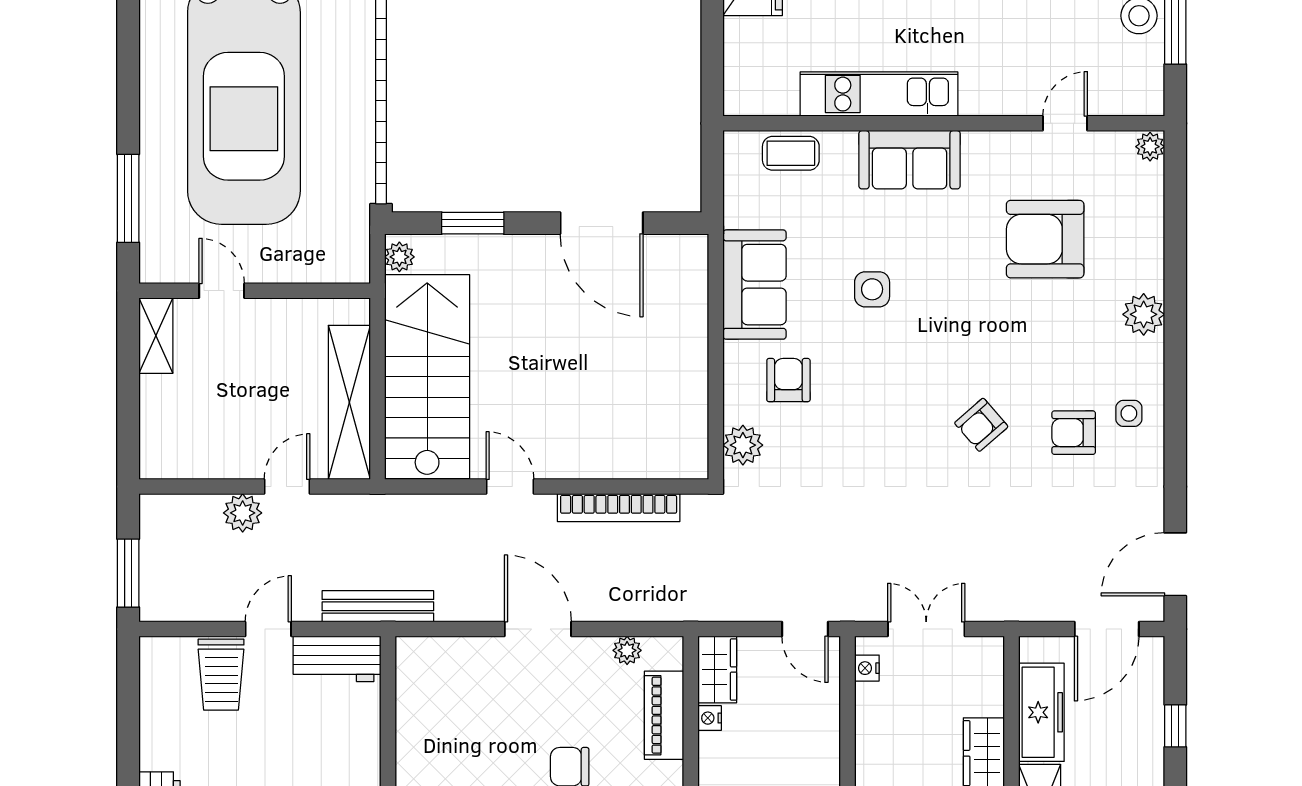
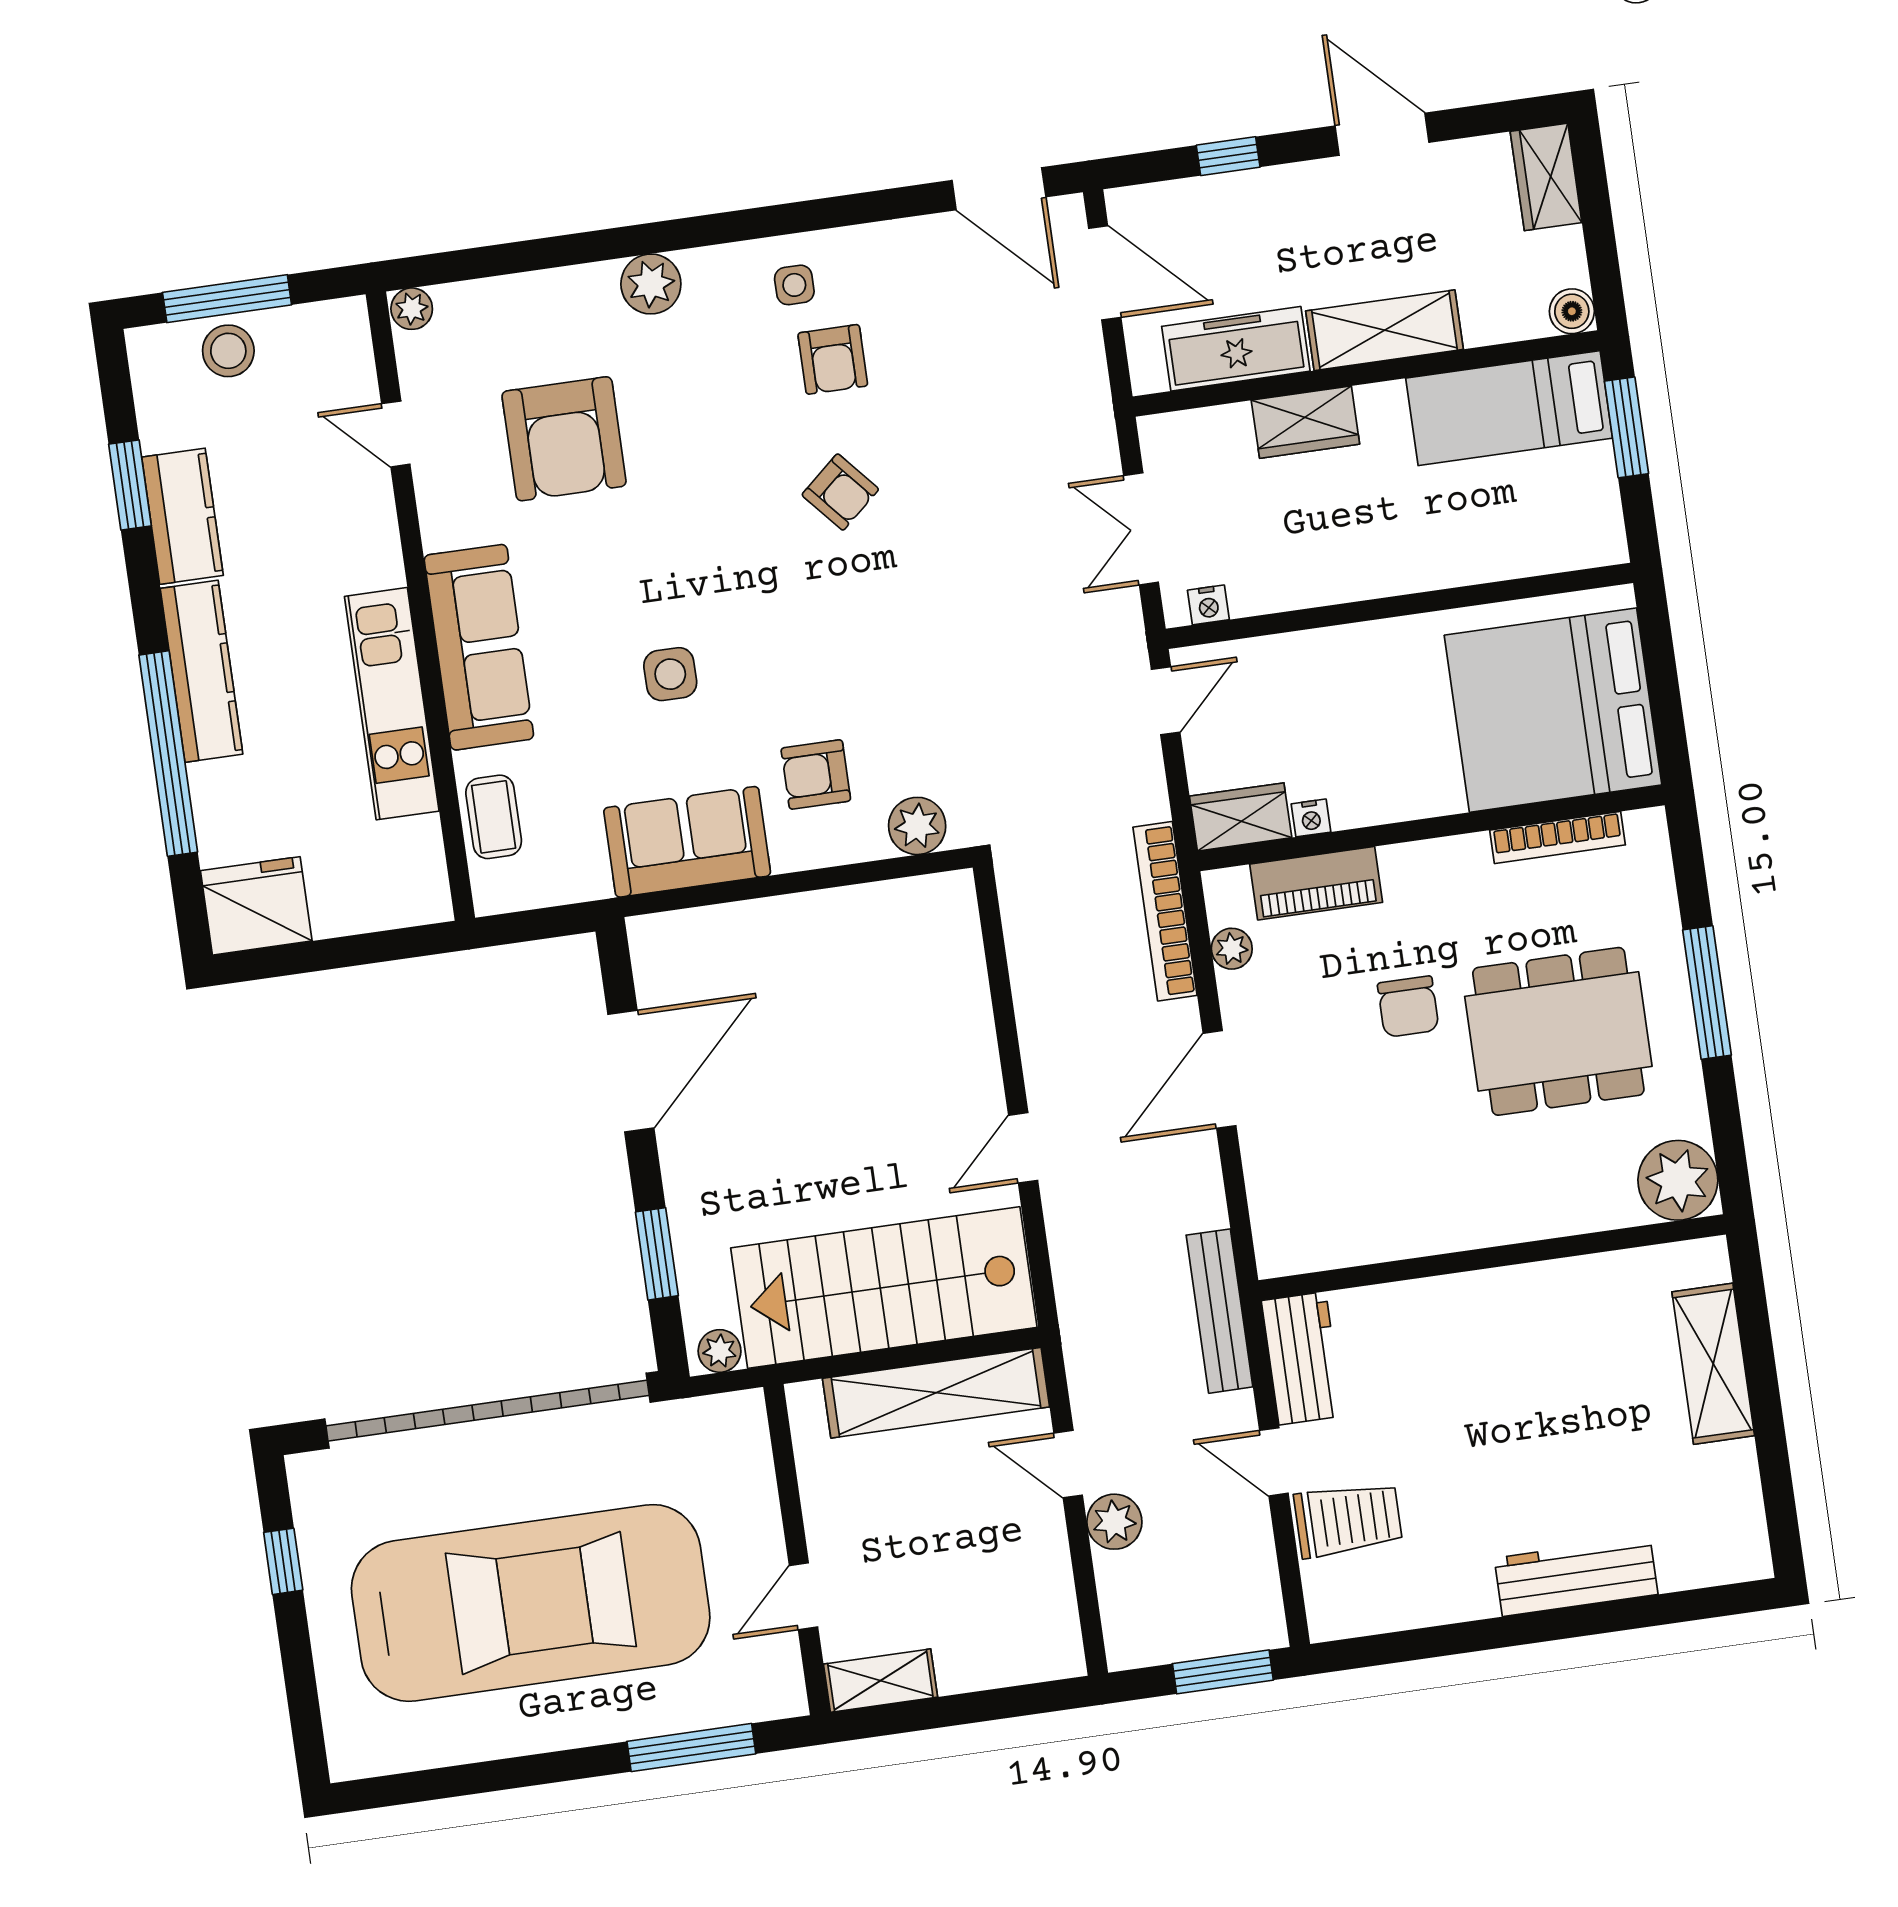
sofa: (910, 160) -> (479, 647), width x1.36
bookcase: (619, 508) -> (1165, 911), moved, turned 180

